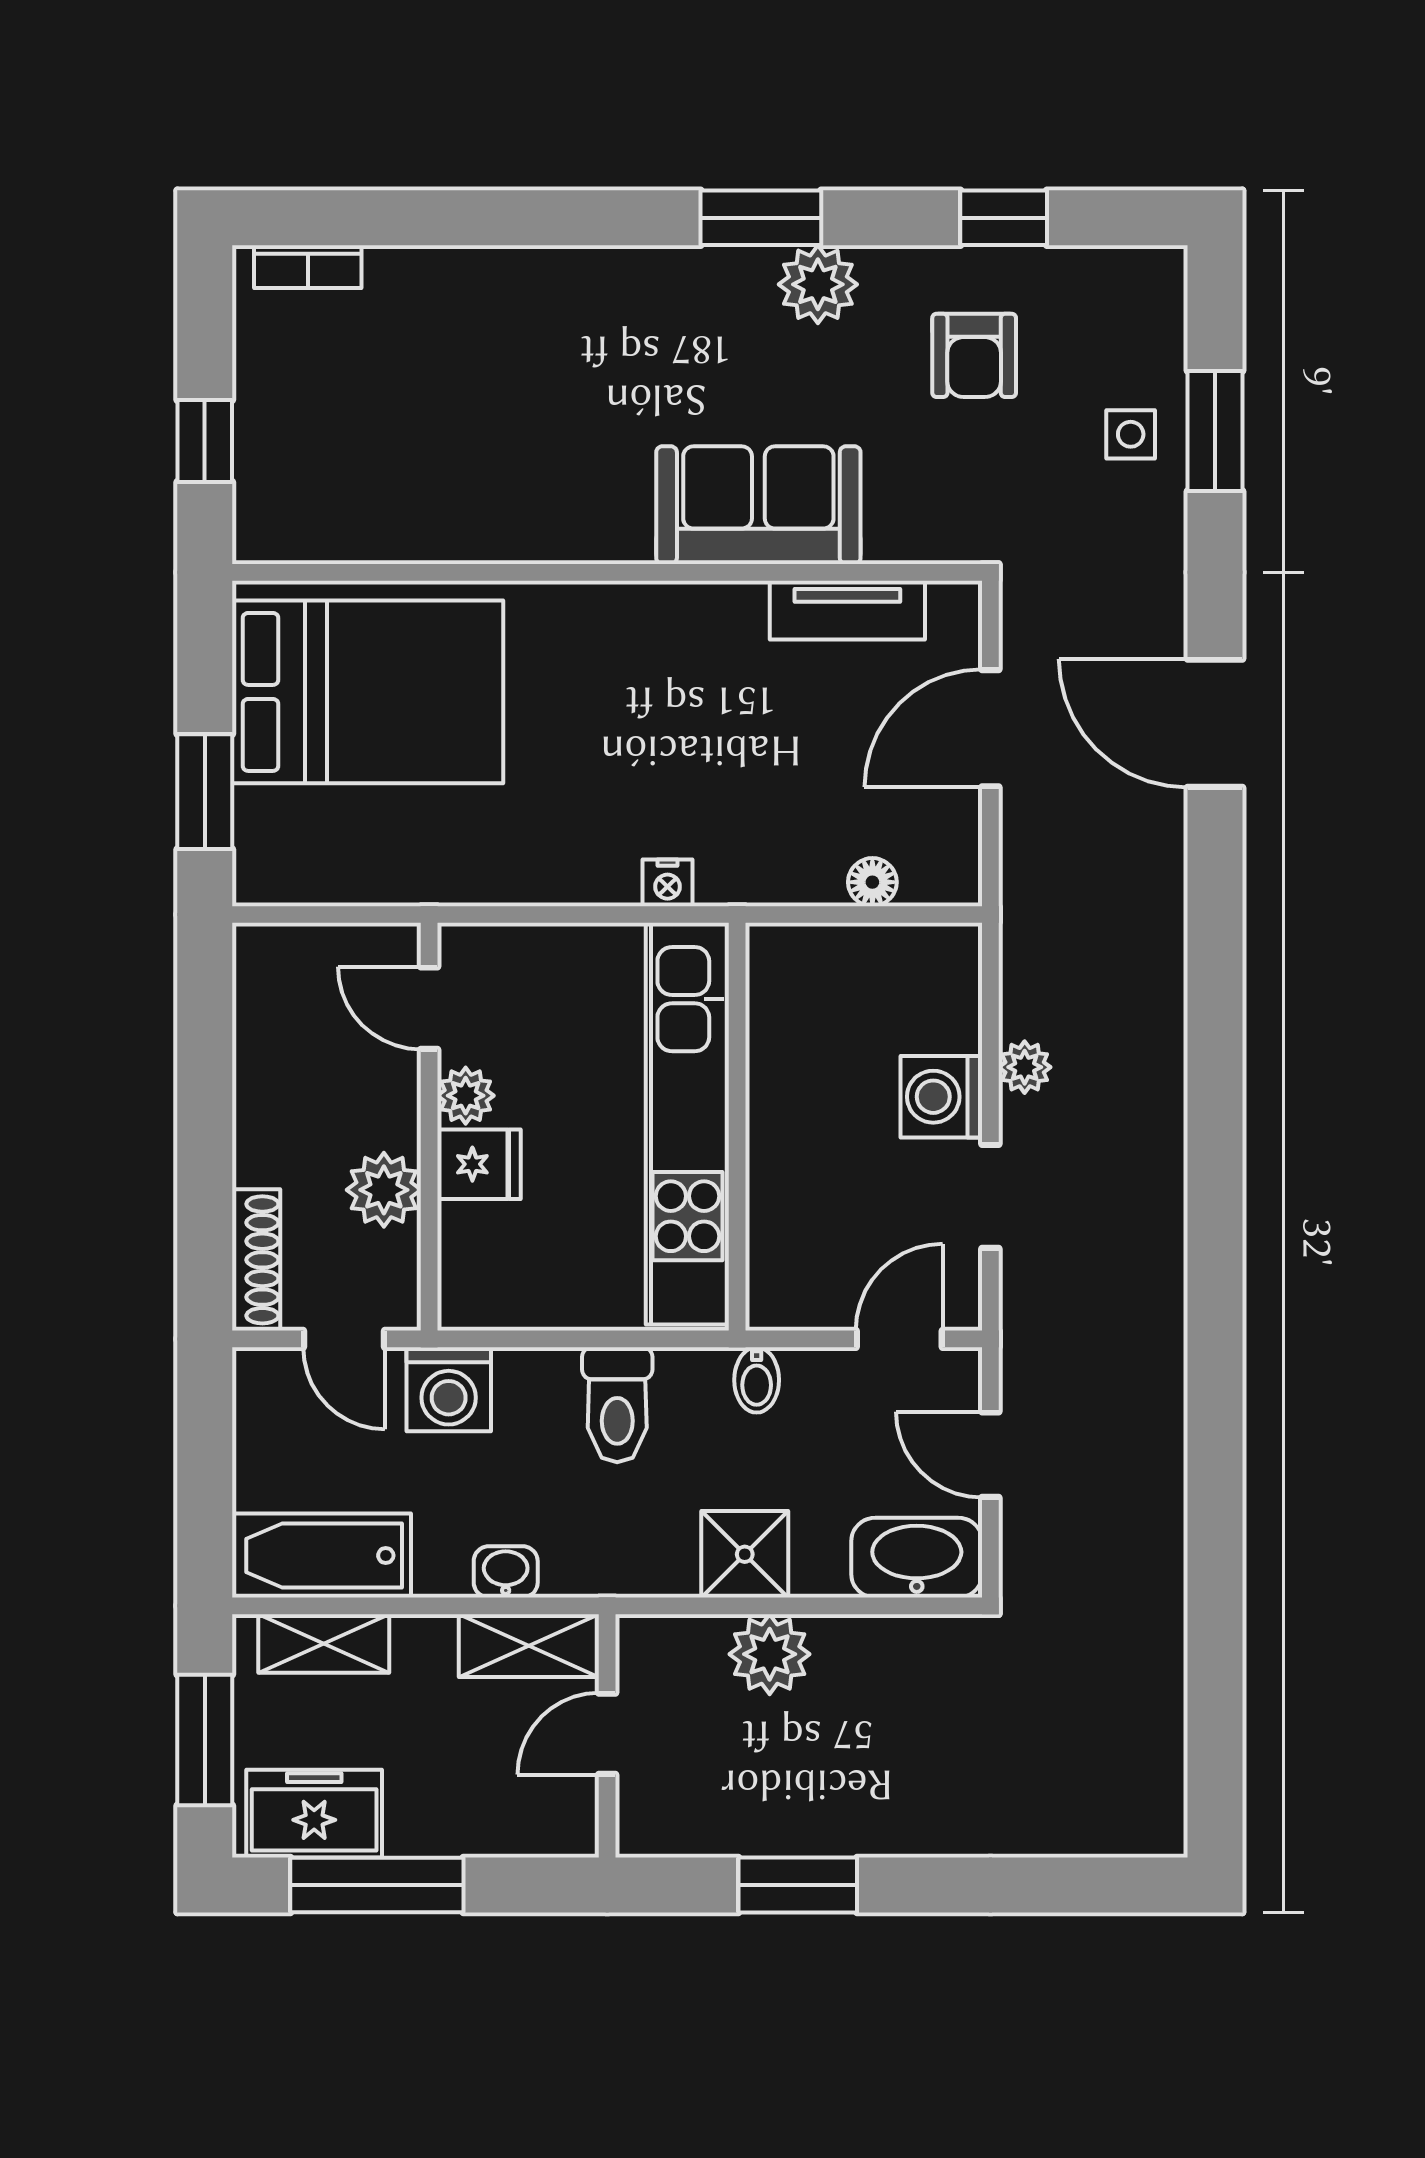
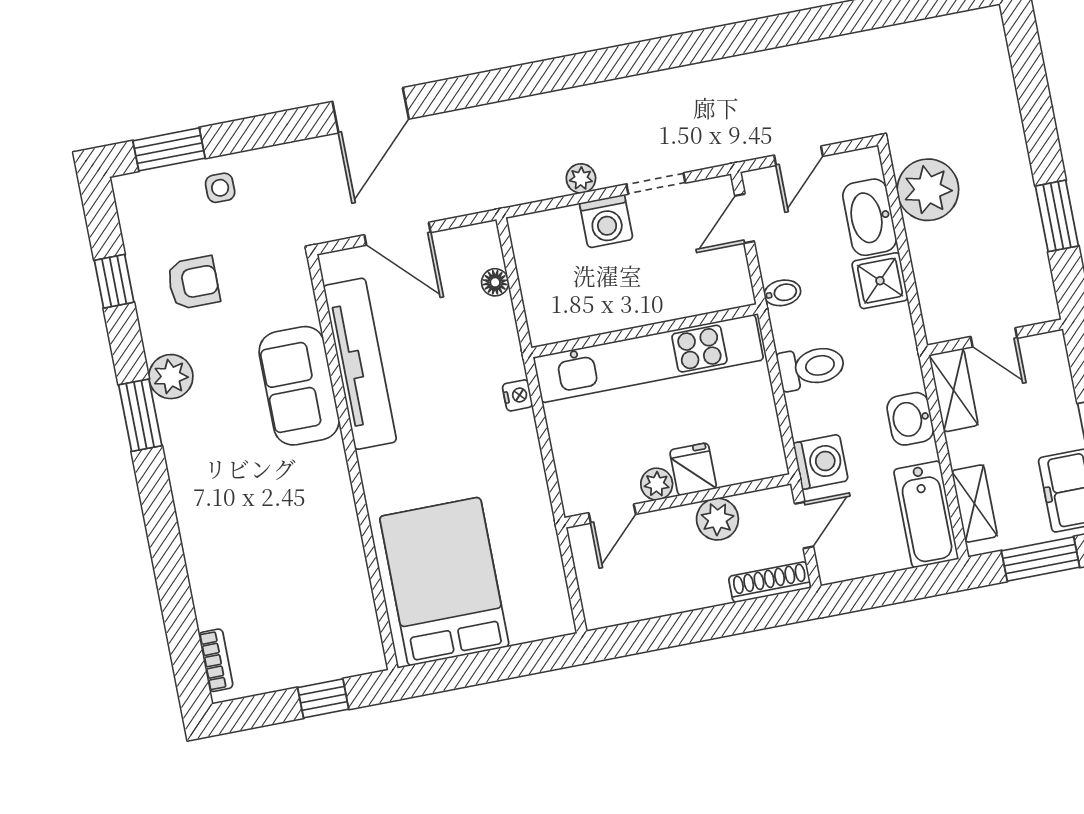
window: (1215, 431) -> (169, 149), moved
tv unit: (847, 610) -> (360, 364), width x1.92, depth x1.29
window: (205, 792) -> (517, 661), removed
door: (899, 1339) -> (744, 218), hinge flipped
washbasin: (917, 1558) -> (870, 217), moved
washbasin: (506, 1572) -> (910, 419), width x1.38, depth x1.45
plant: (770, 1654) -> (928, 190), moved, width x1.36, depth x1.36

